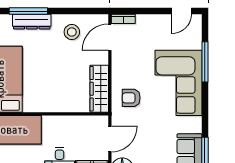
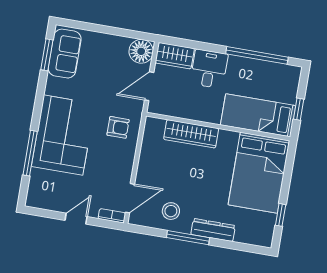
window: (28, 11) -> (188, 238), moved
door: (182, 11) -> (76, 219), moved
wardrobe: (99, 89) -> (191, 134), moved, turned 90

